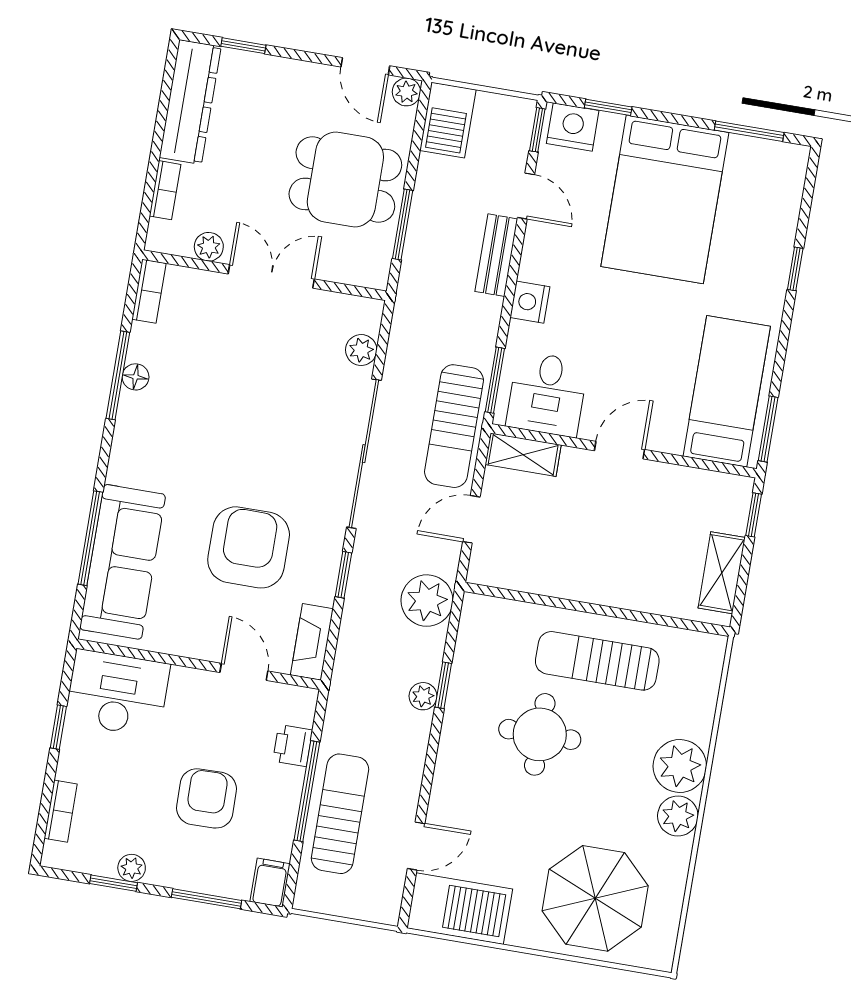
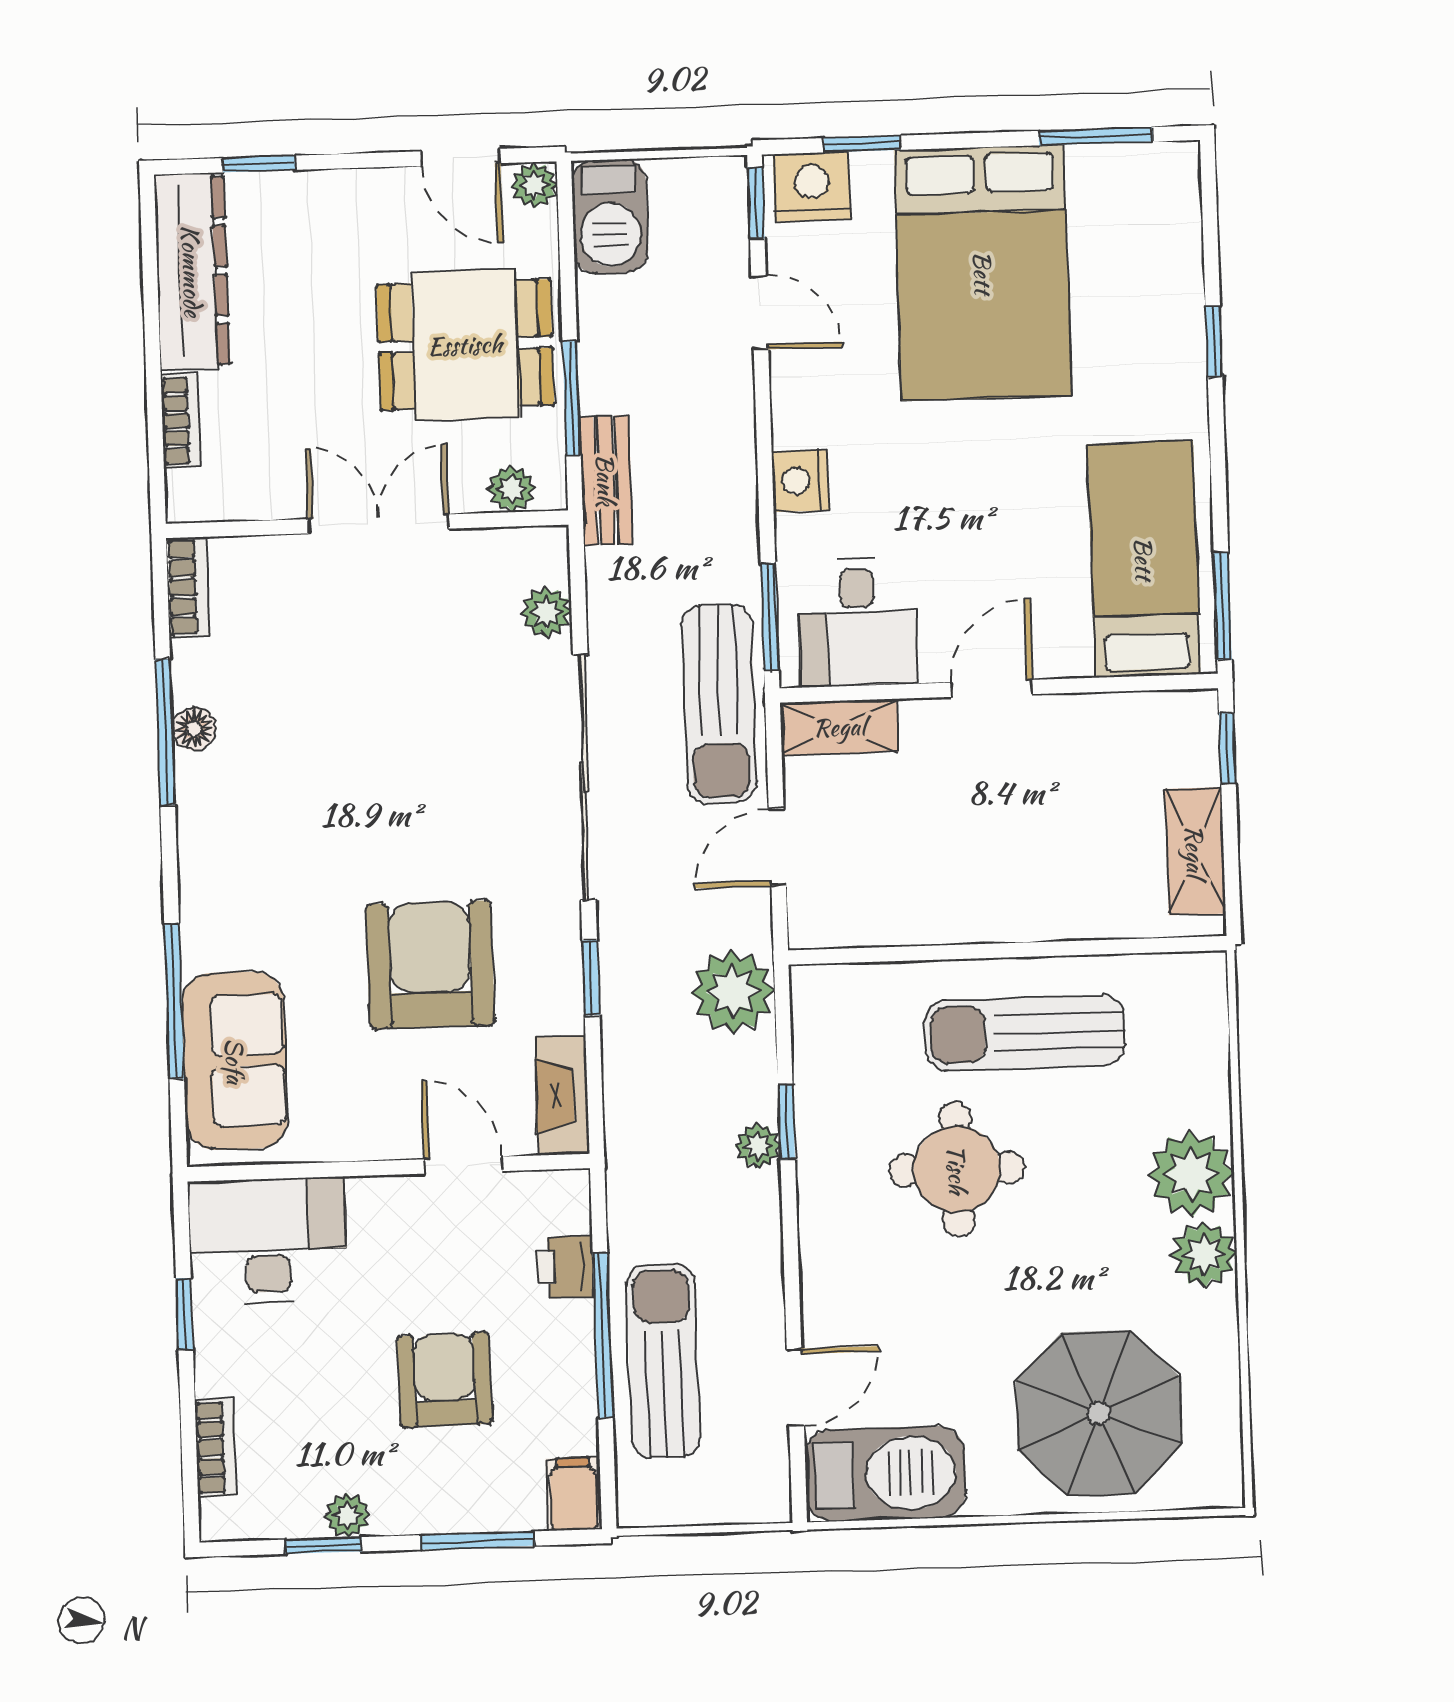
plant: (209, 247) -> (512, 489), moved
bench: (496, 255) -> (606, 480), moved
sofa: (123, 562) -> (235, 1061), width x0.73

